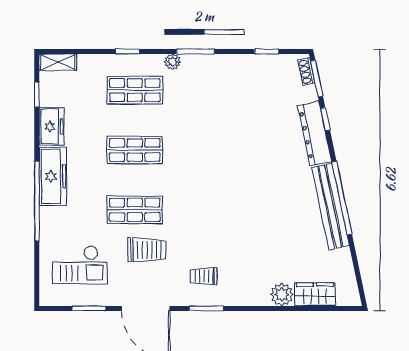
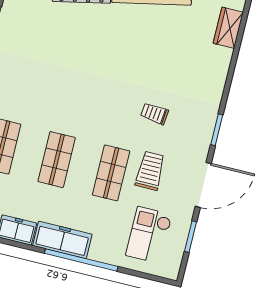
checkout: (80, 265) -> (149, 235), turned 180
trolley: (204, 276) -> (154, 114), moved, turned 96
plant: (282, 295) -> (221, 58), removed

